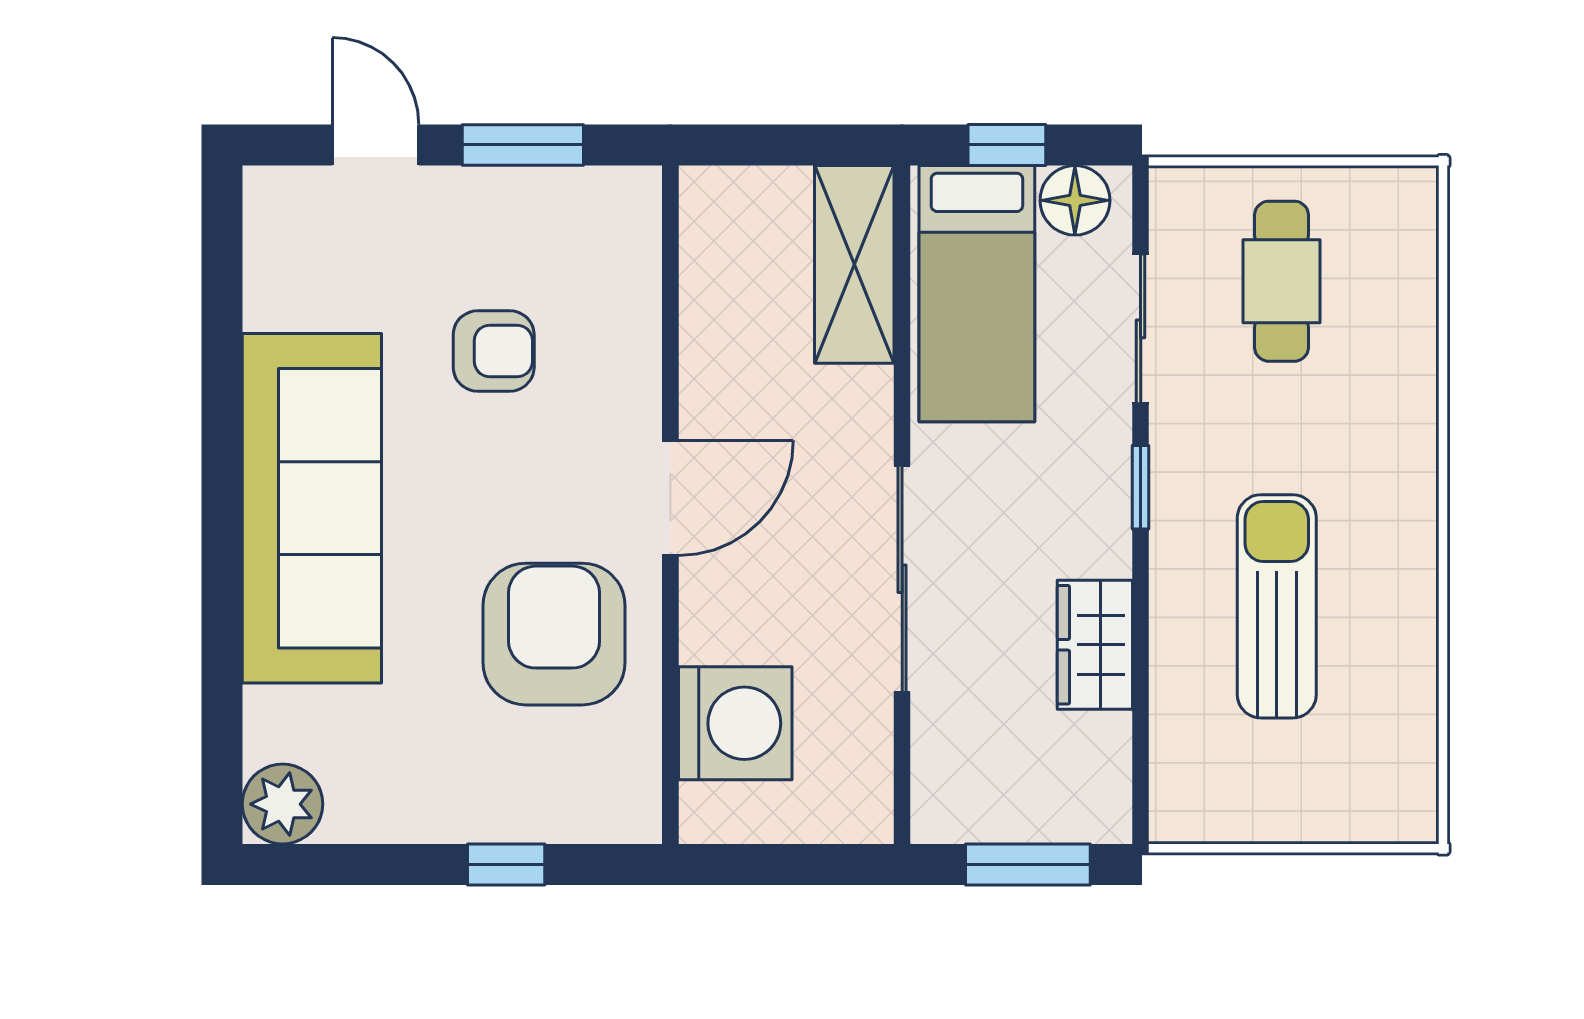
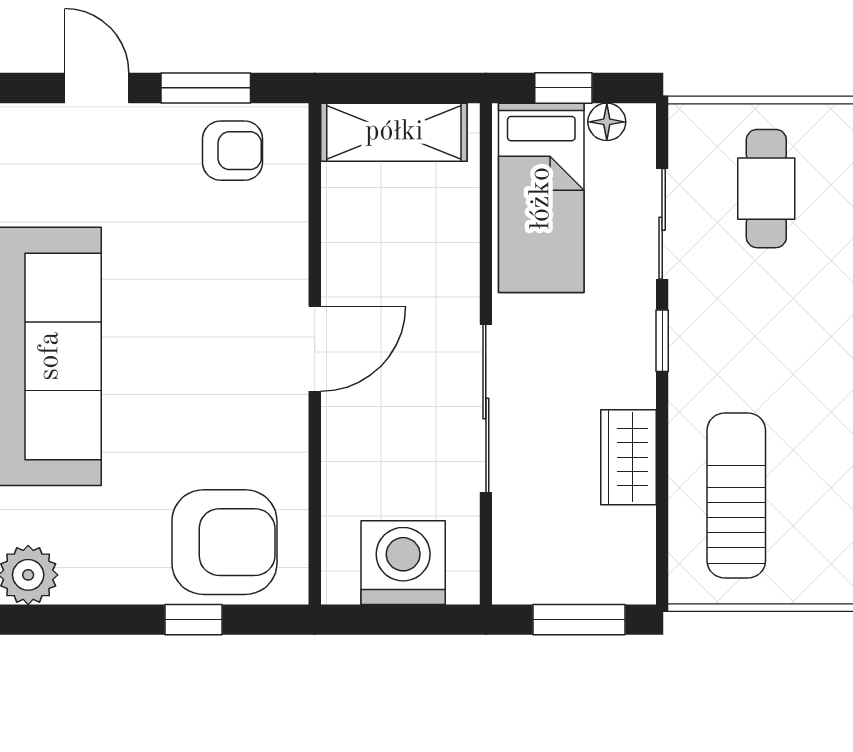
floor lamp: (1075, 200) -> (607, 122), width x0.73, depth x0.73
shelving: (854, 264) -> (394, 132), moved, turned 90
armchair: (494, 351) -> (233, 151), moved
sun lounger: (1277, 606) -> (736, 496), moved
armchair: (554, 634) -> (224, 542), moved, turned 90
washing machine: (735, 723) -> (403, 563), moved, turned -90

